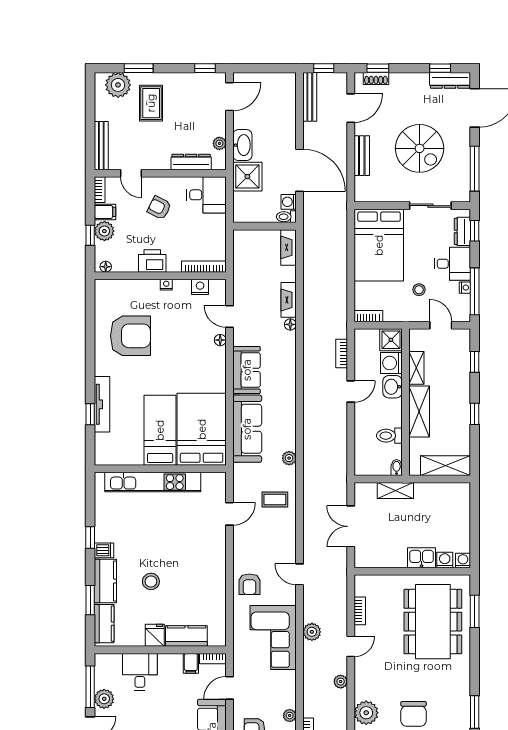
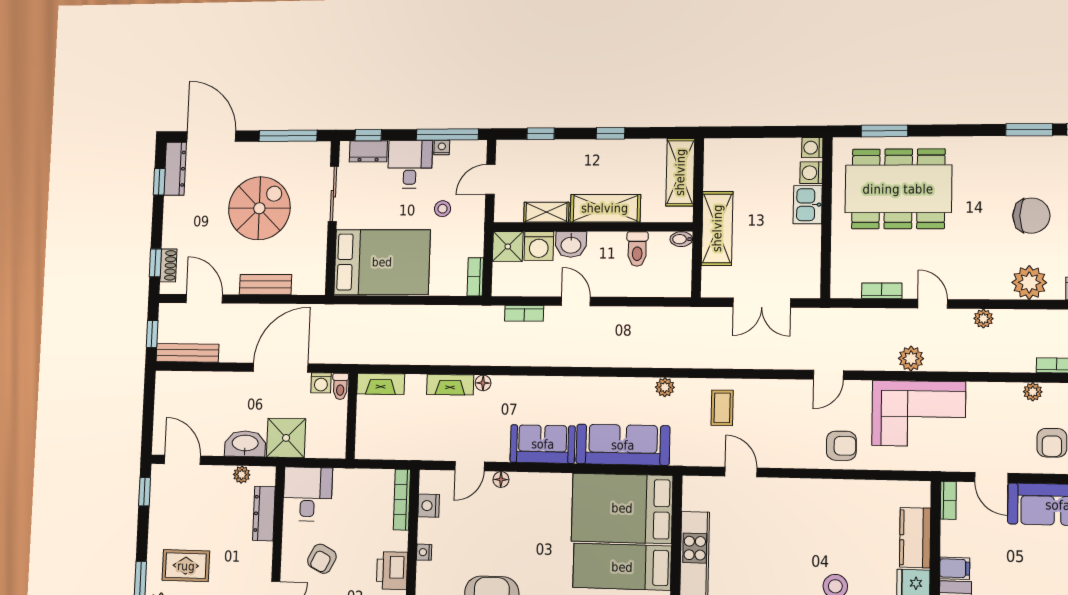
shelving: (395, 491) -> (717, 228), width x1.50, depth x1.33
filing cabinet: (191, 663) -> (955, 568), moved

